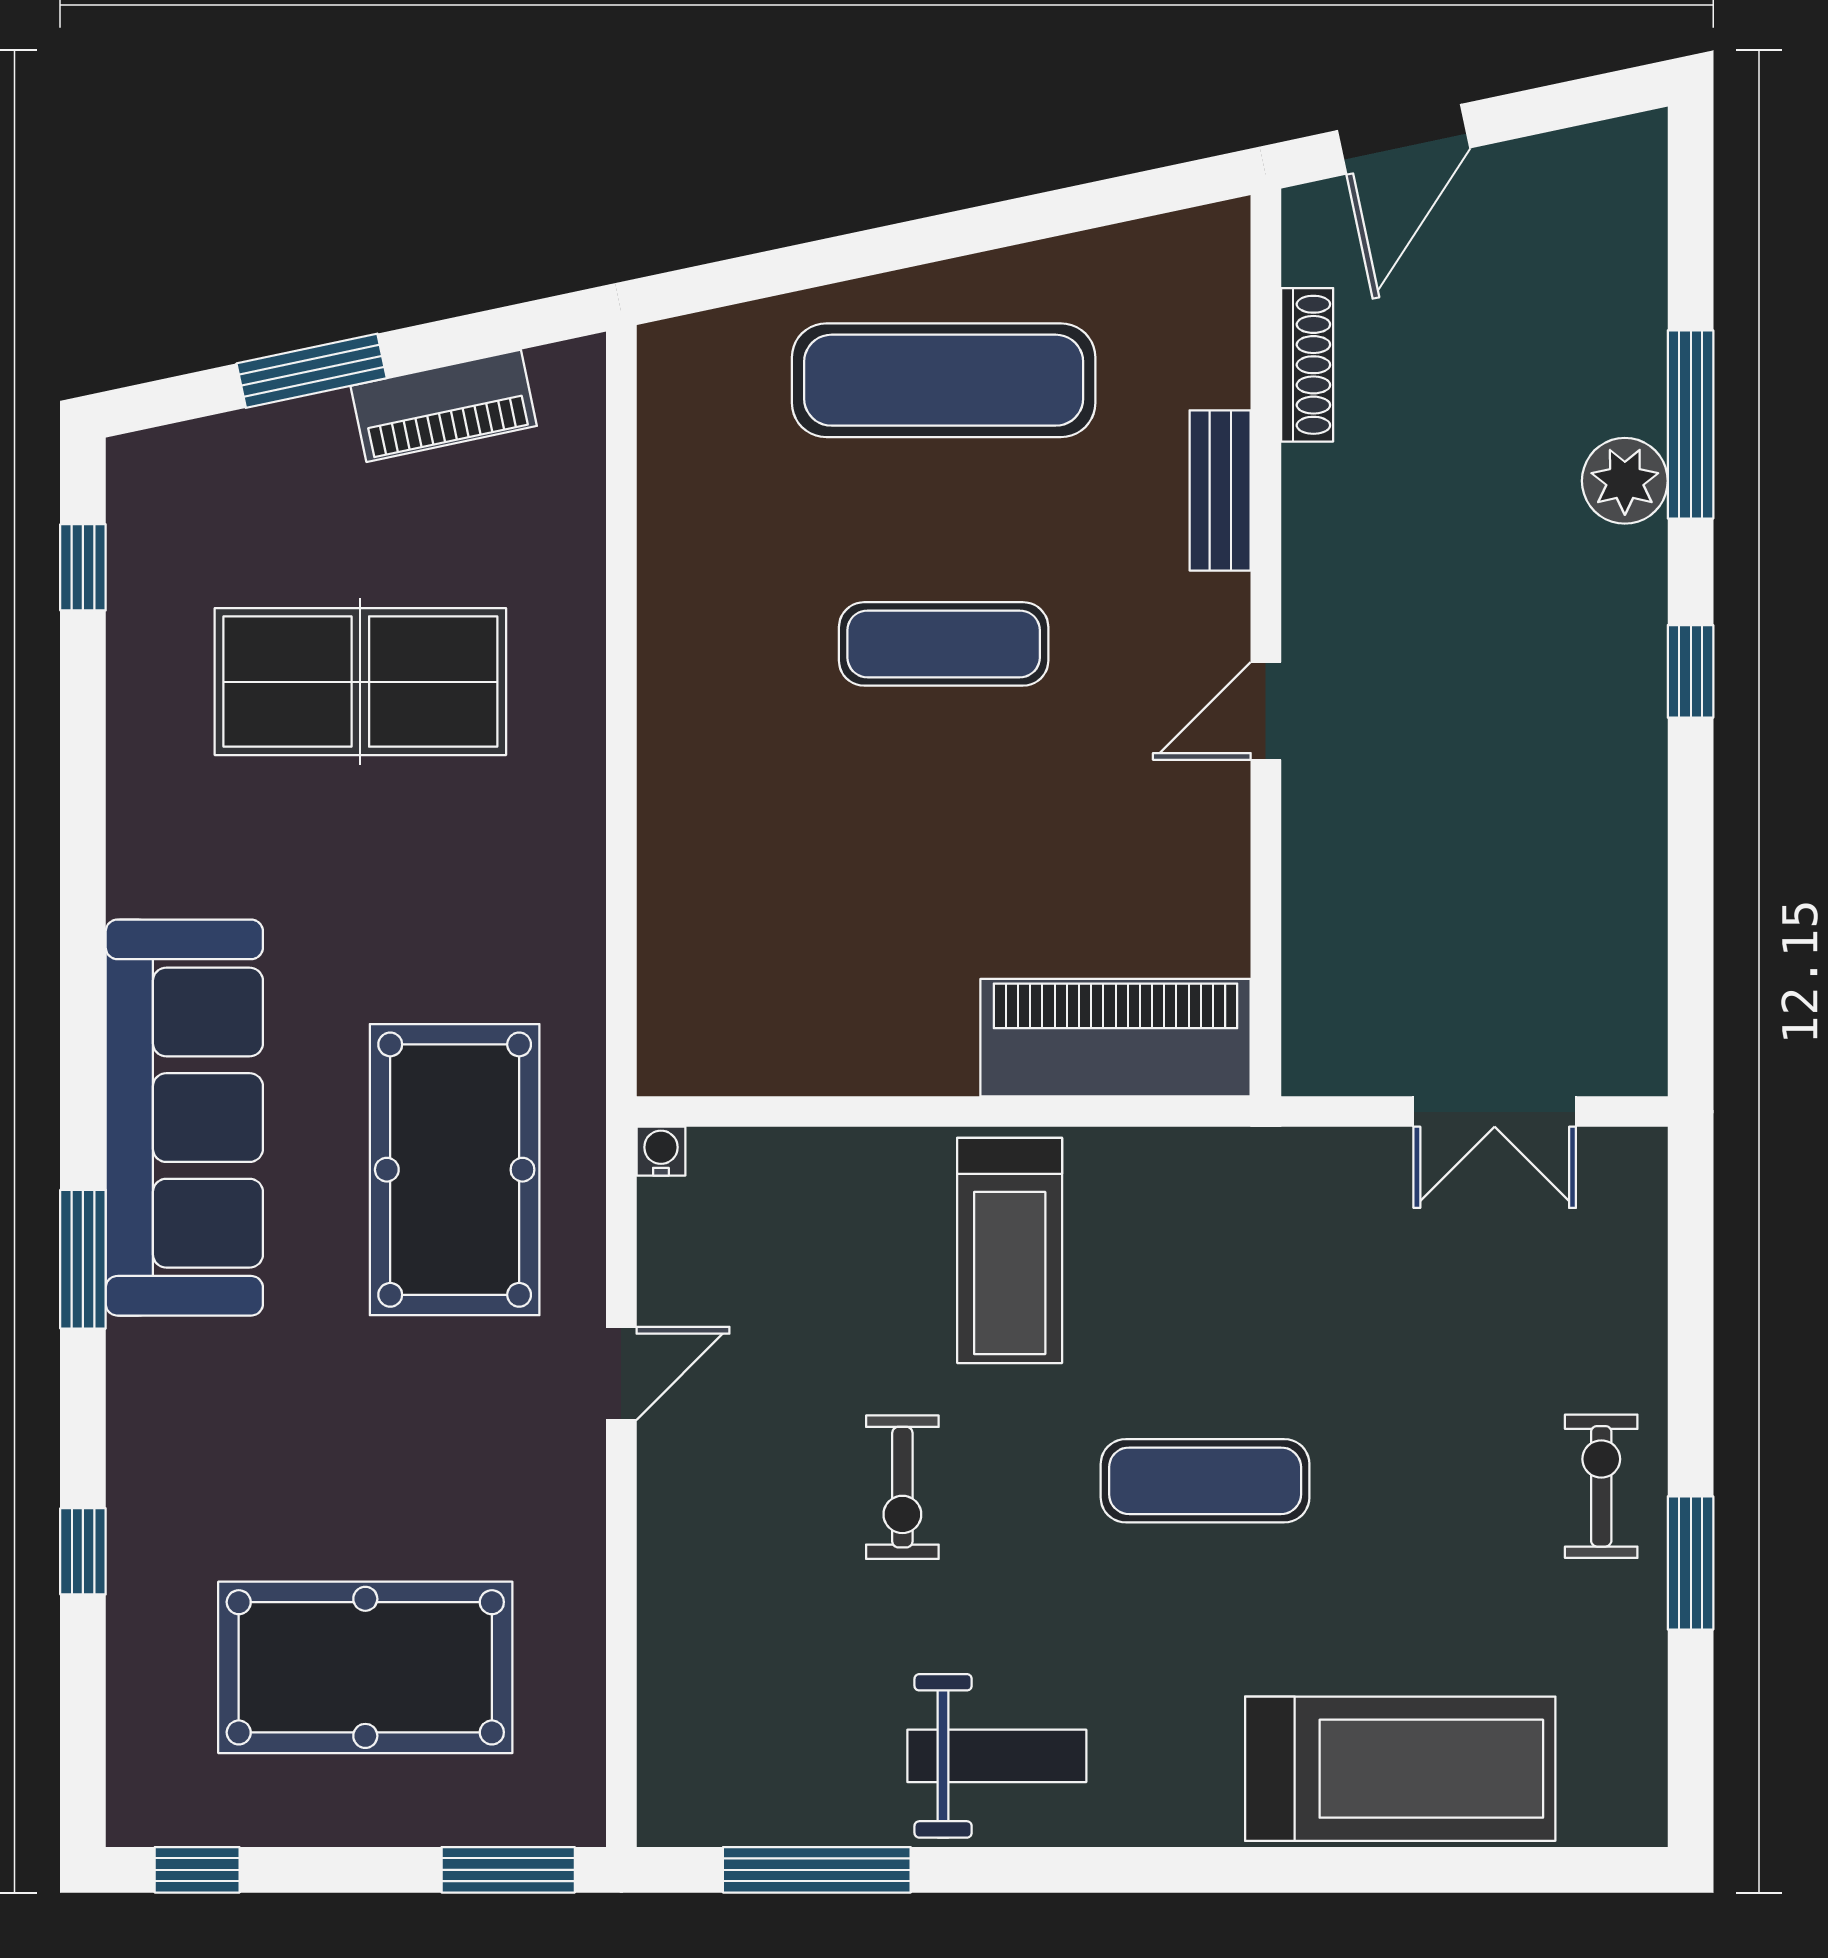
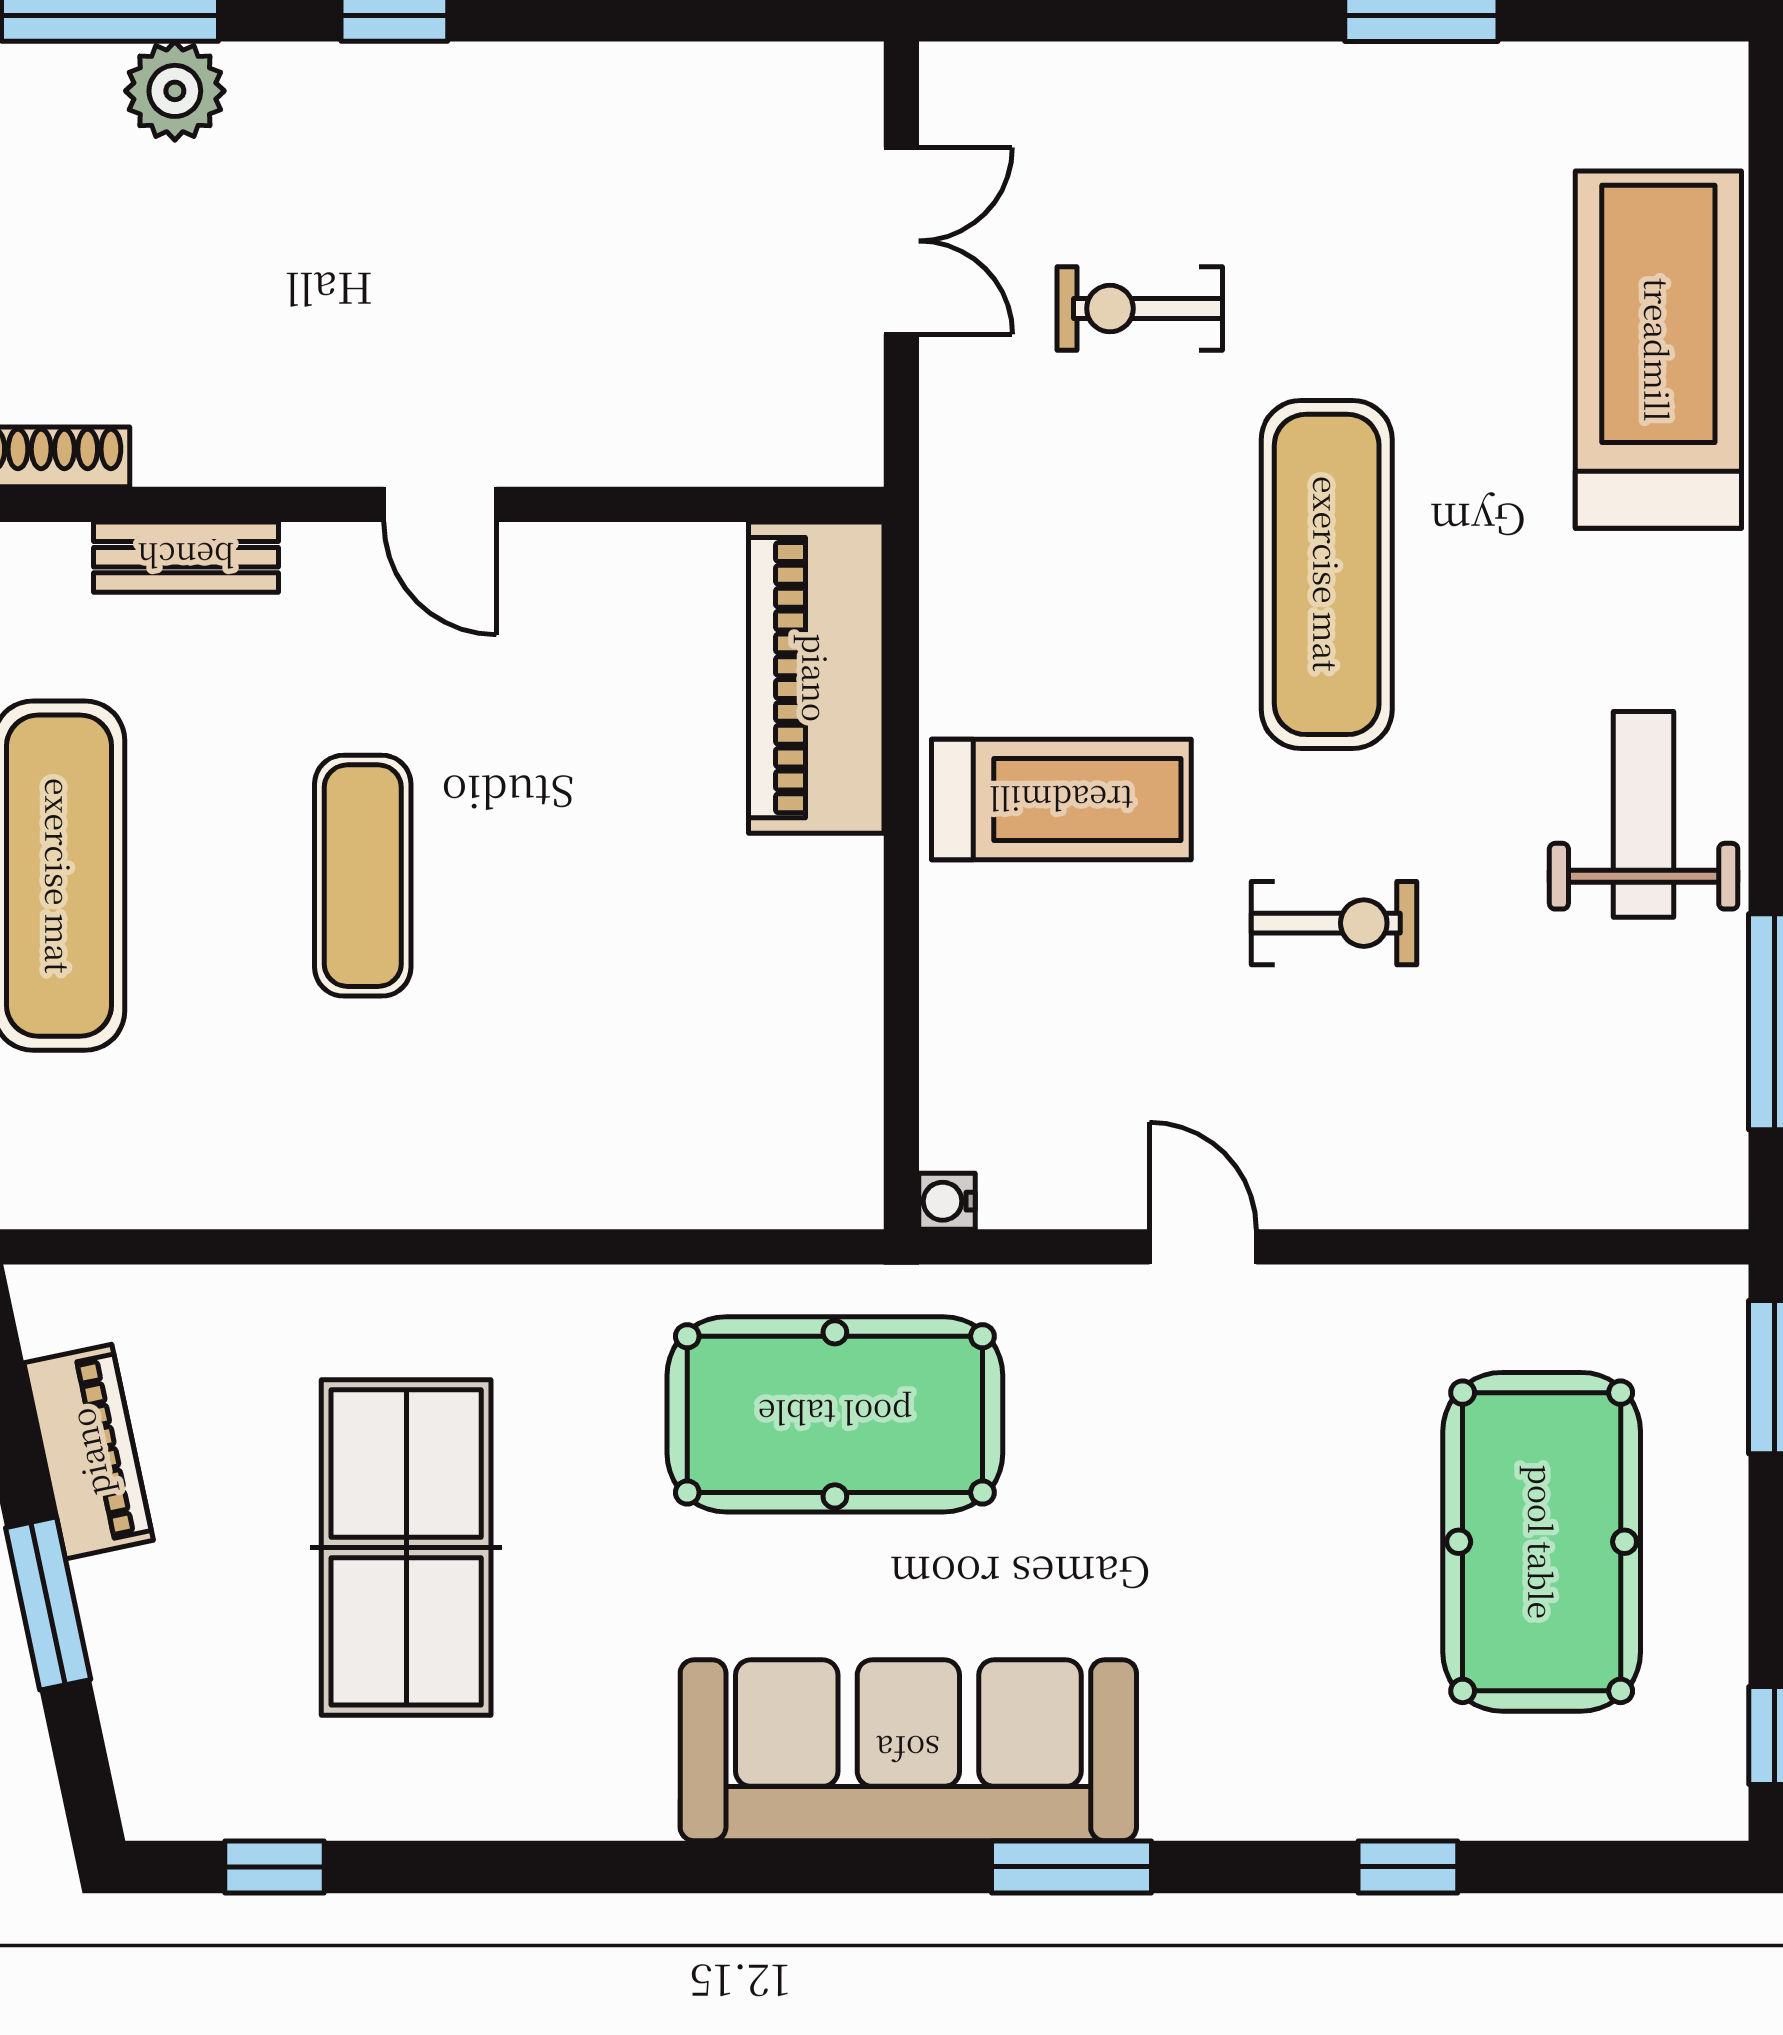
pool table: (455, 1170) -> (835, 1414), moved
exercise mat: (1205, 1481) -> (1327, 574), width x1.36, depth x1.45
exercise bike: (1601, 1486) -> (1140, 309), moved

